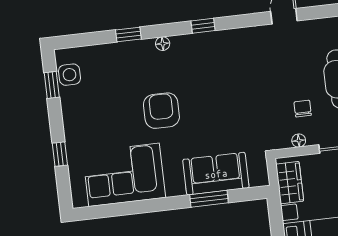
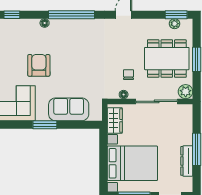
window: (203, 26) -> (71, 15), width x3.17
window: (128, 34) -> (12, 15), moved
window: (209, 199) -> (45, 125), moved

